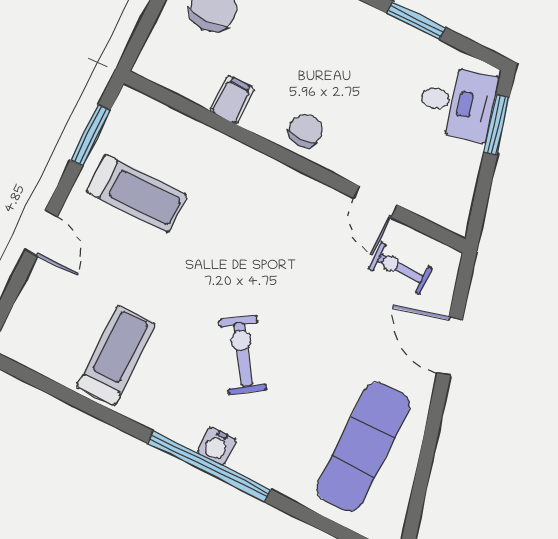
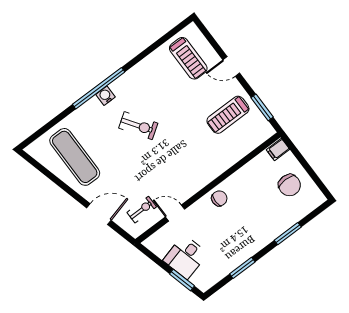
filing cabinet: (232, 100) -> (278, 149), moved, turned 90
desk: (457, 103) -> (185, 257), moved
chair: (305, 131) -> (219, 198), turned -90
treadmill: (116, 355) -> (188, 58), moved

